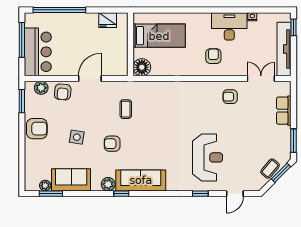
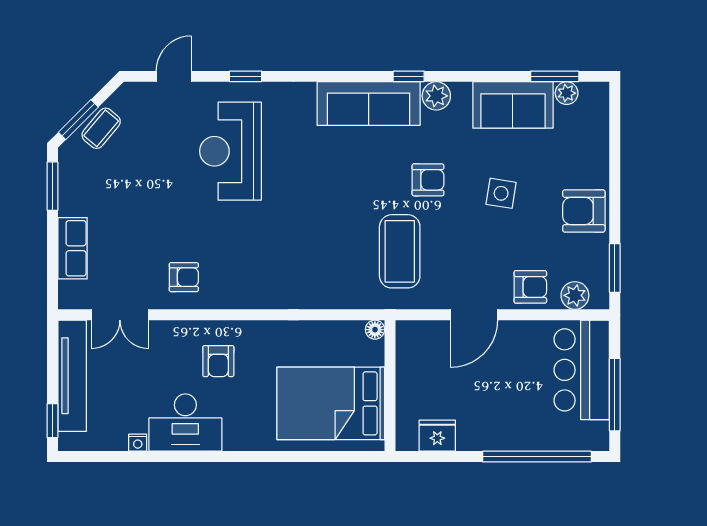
bed: (159, 36) -> (331, 403), width x1.50
floor lamp: (142, 67) -> (375, 330), width x0.53, depth x0.53
armchair: (63, 92) -> (530, 287), turned 85
coffee table: (126, 109) -> (400, 251), width x1.86, depth x1.72

